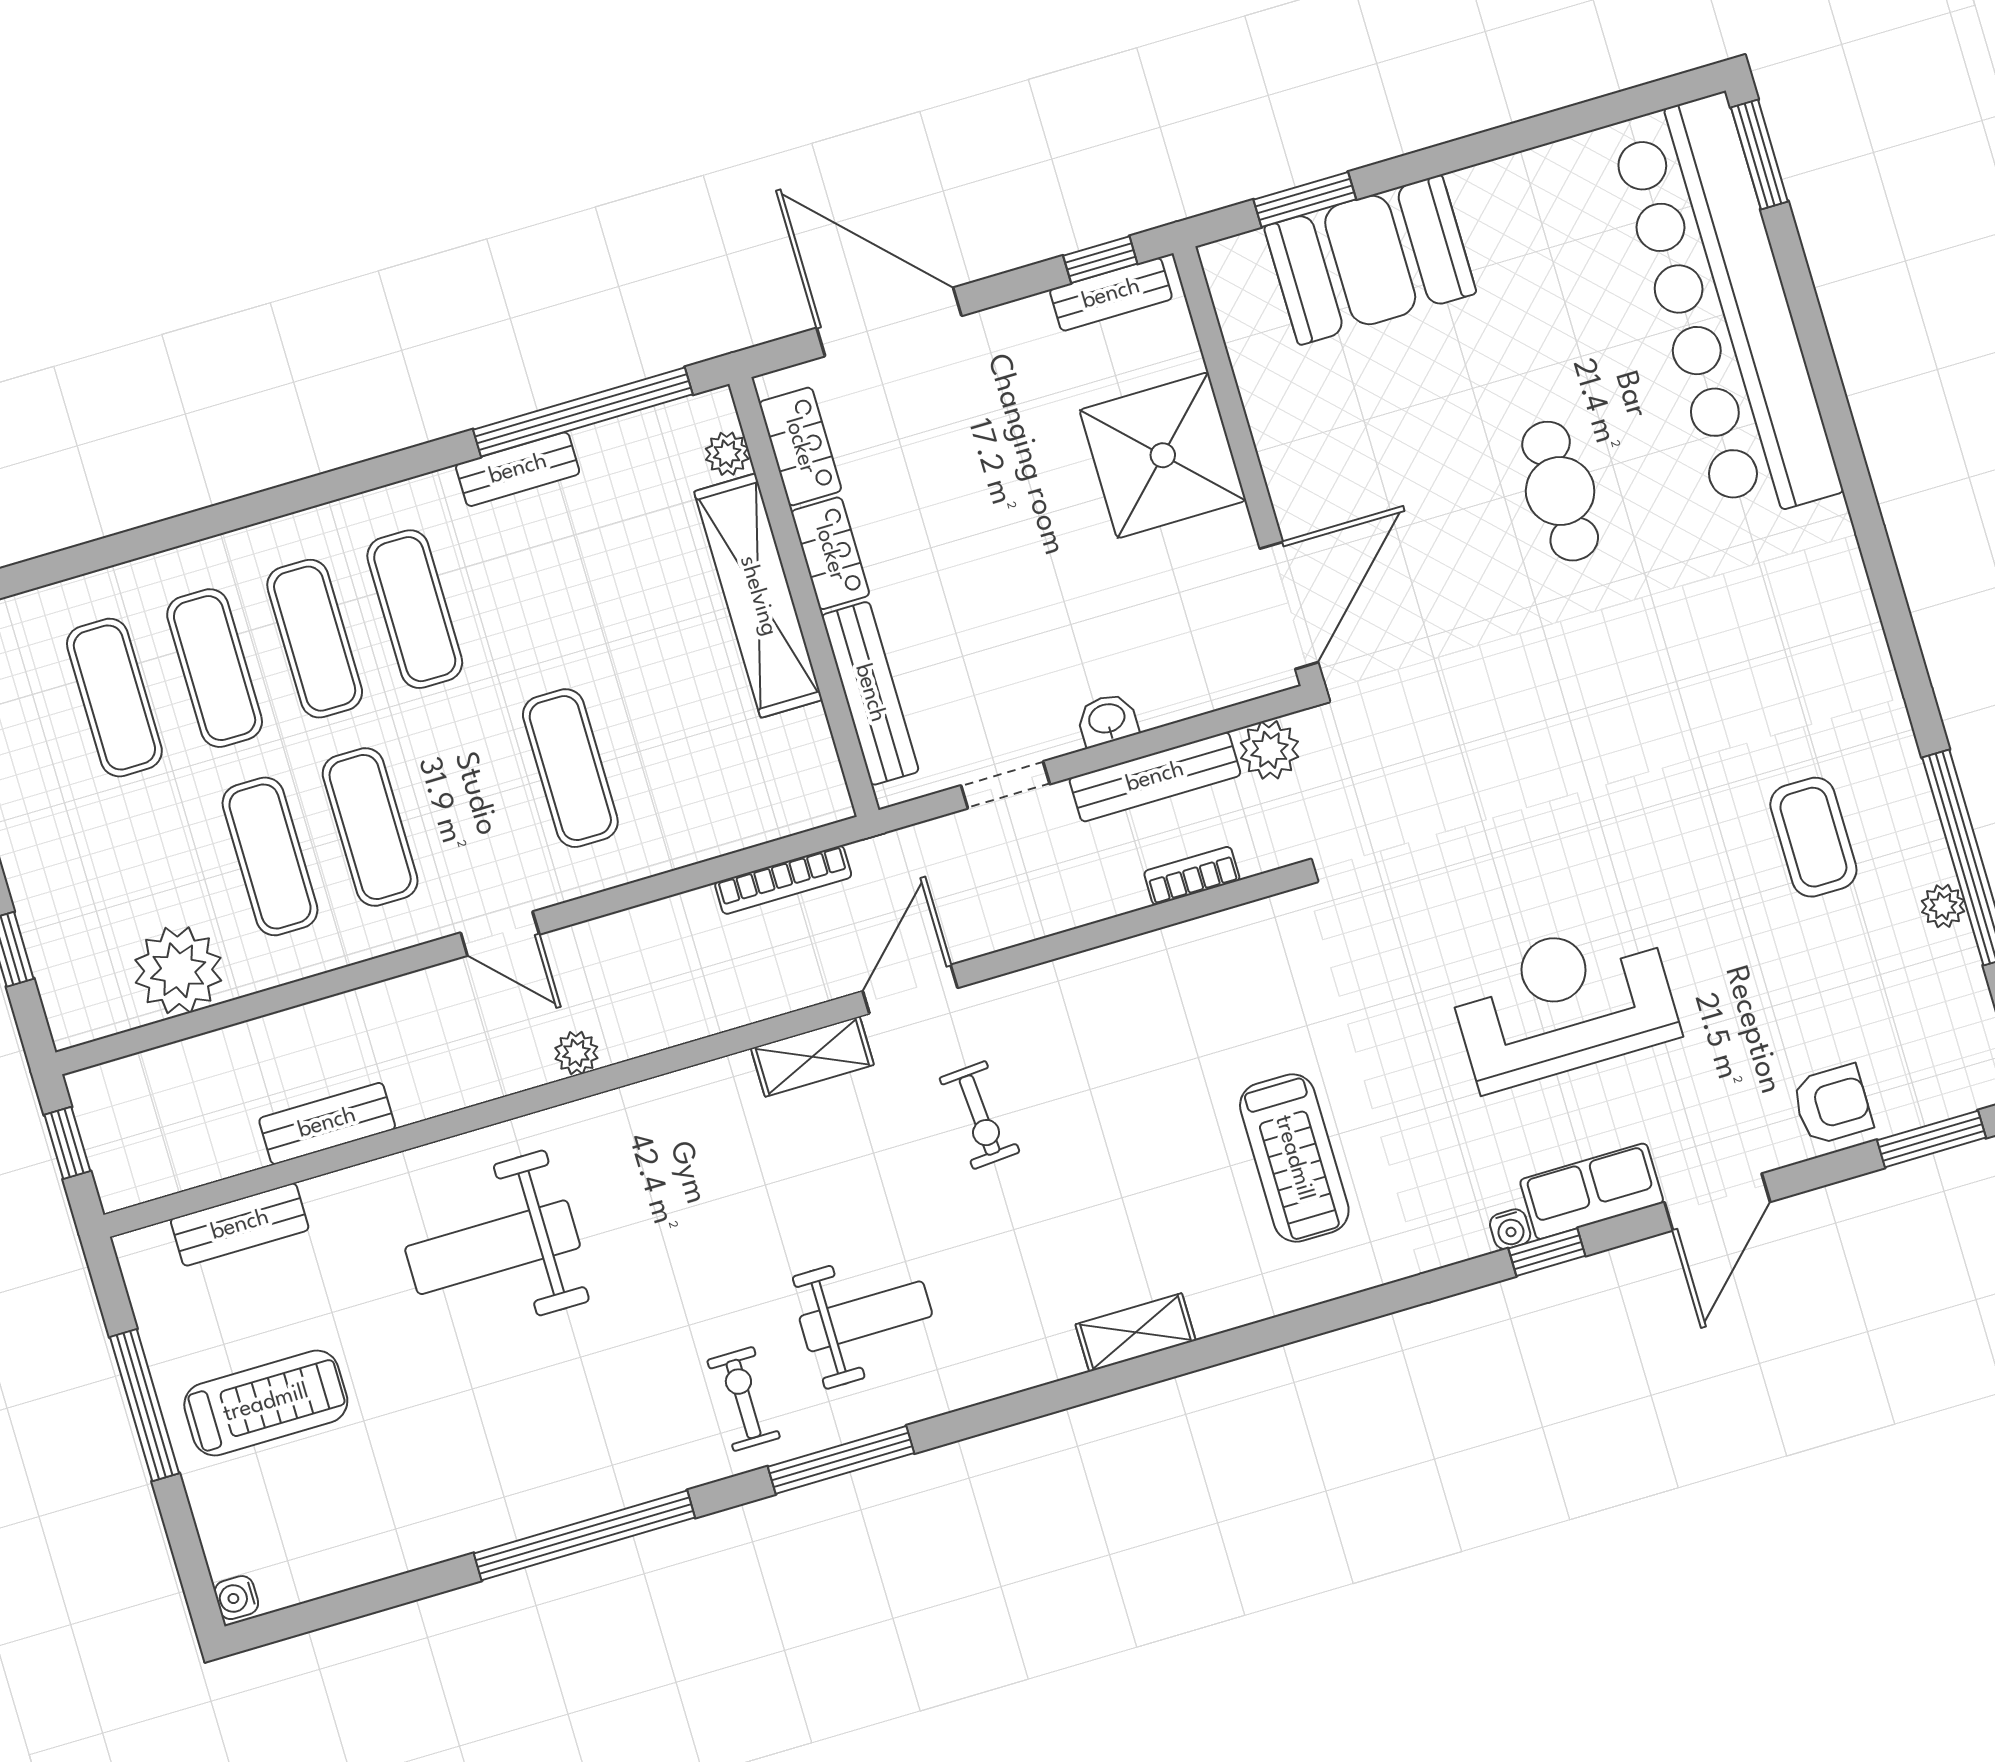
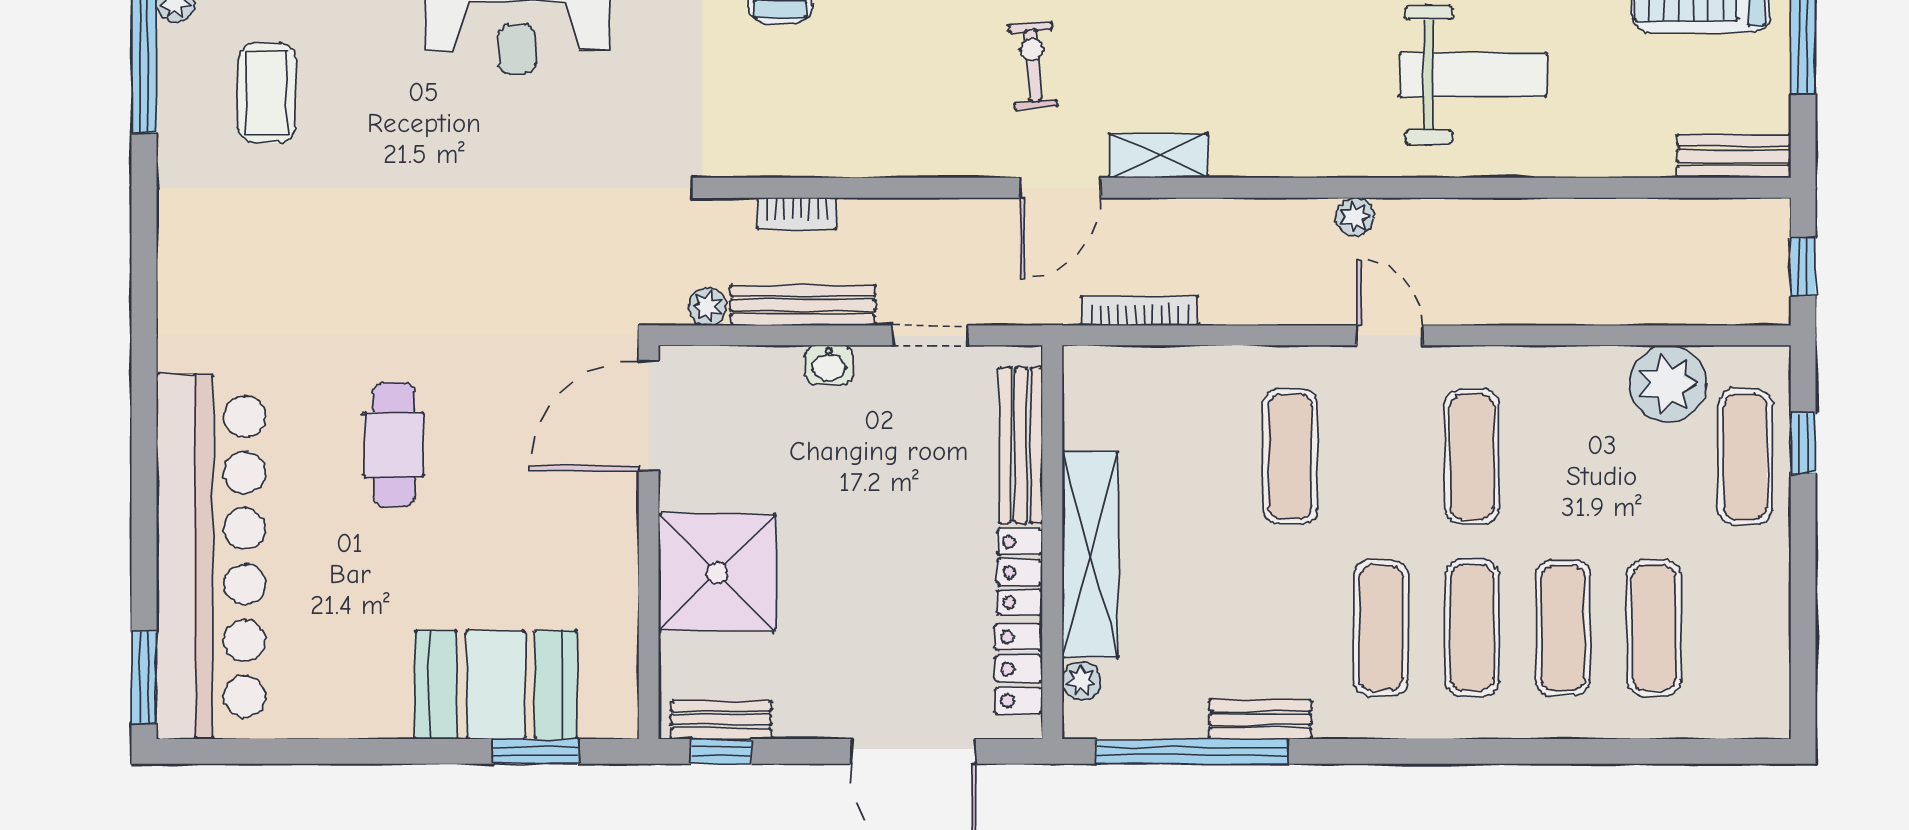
plant: (1270, 750) -> (708, 307), width x0.73, depth x0.73
exercise mat: (270, 856) -> (1745, 457), moved
bench: (327, 1123) -> (1581, 219), removed
bench: (240, 1225) -> (1734, 156), moved

